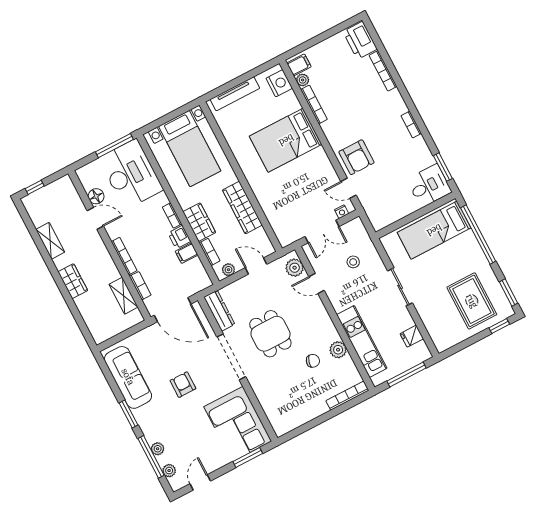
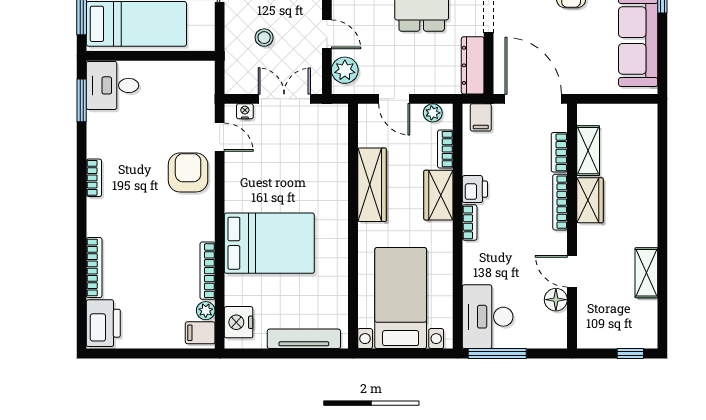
desk: (131, 174) -> (488, 317), width x0.73, depth x0.77
filing cabinet: (187, 253) -> (481, 117), moved, turned 90
wardrobe: (73, 281) -> (590, 200), moved, turned 180

